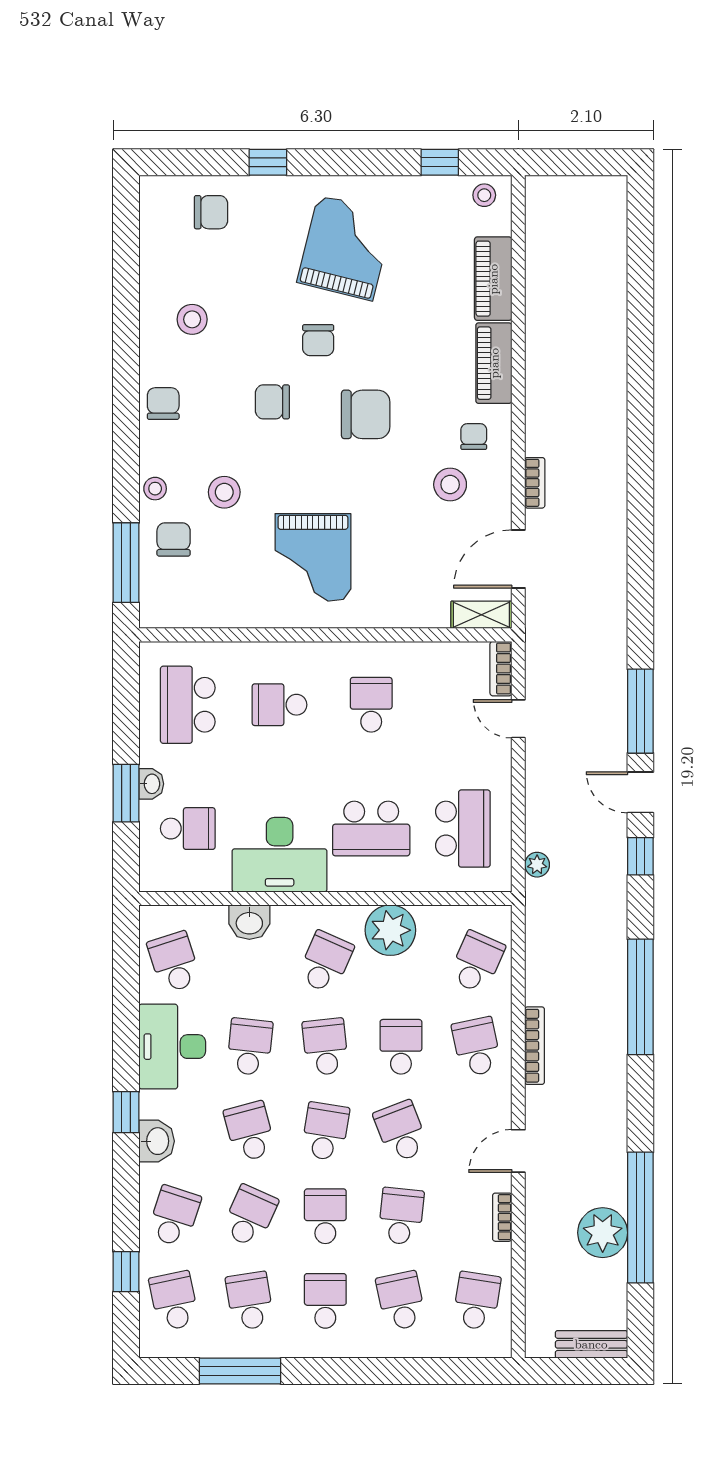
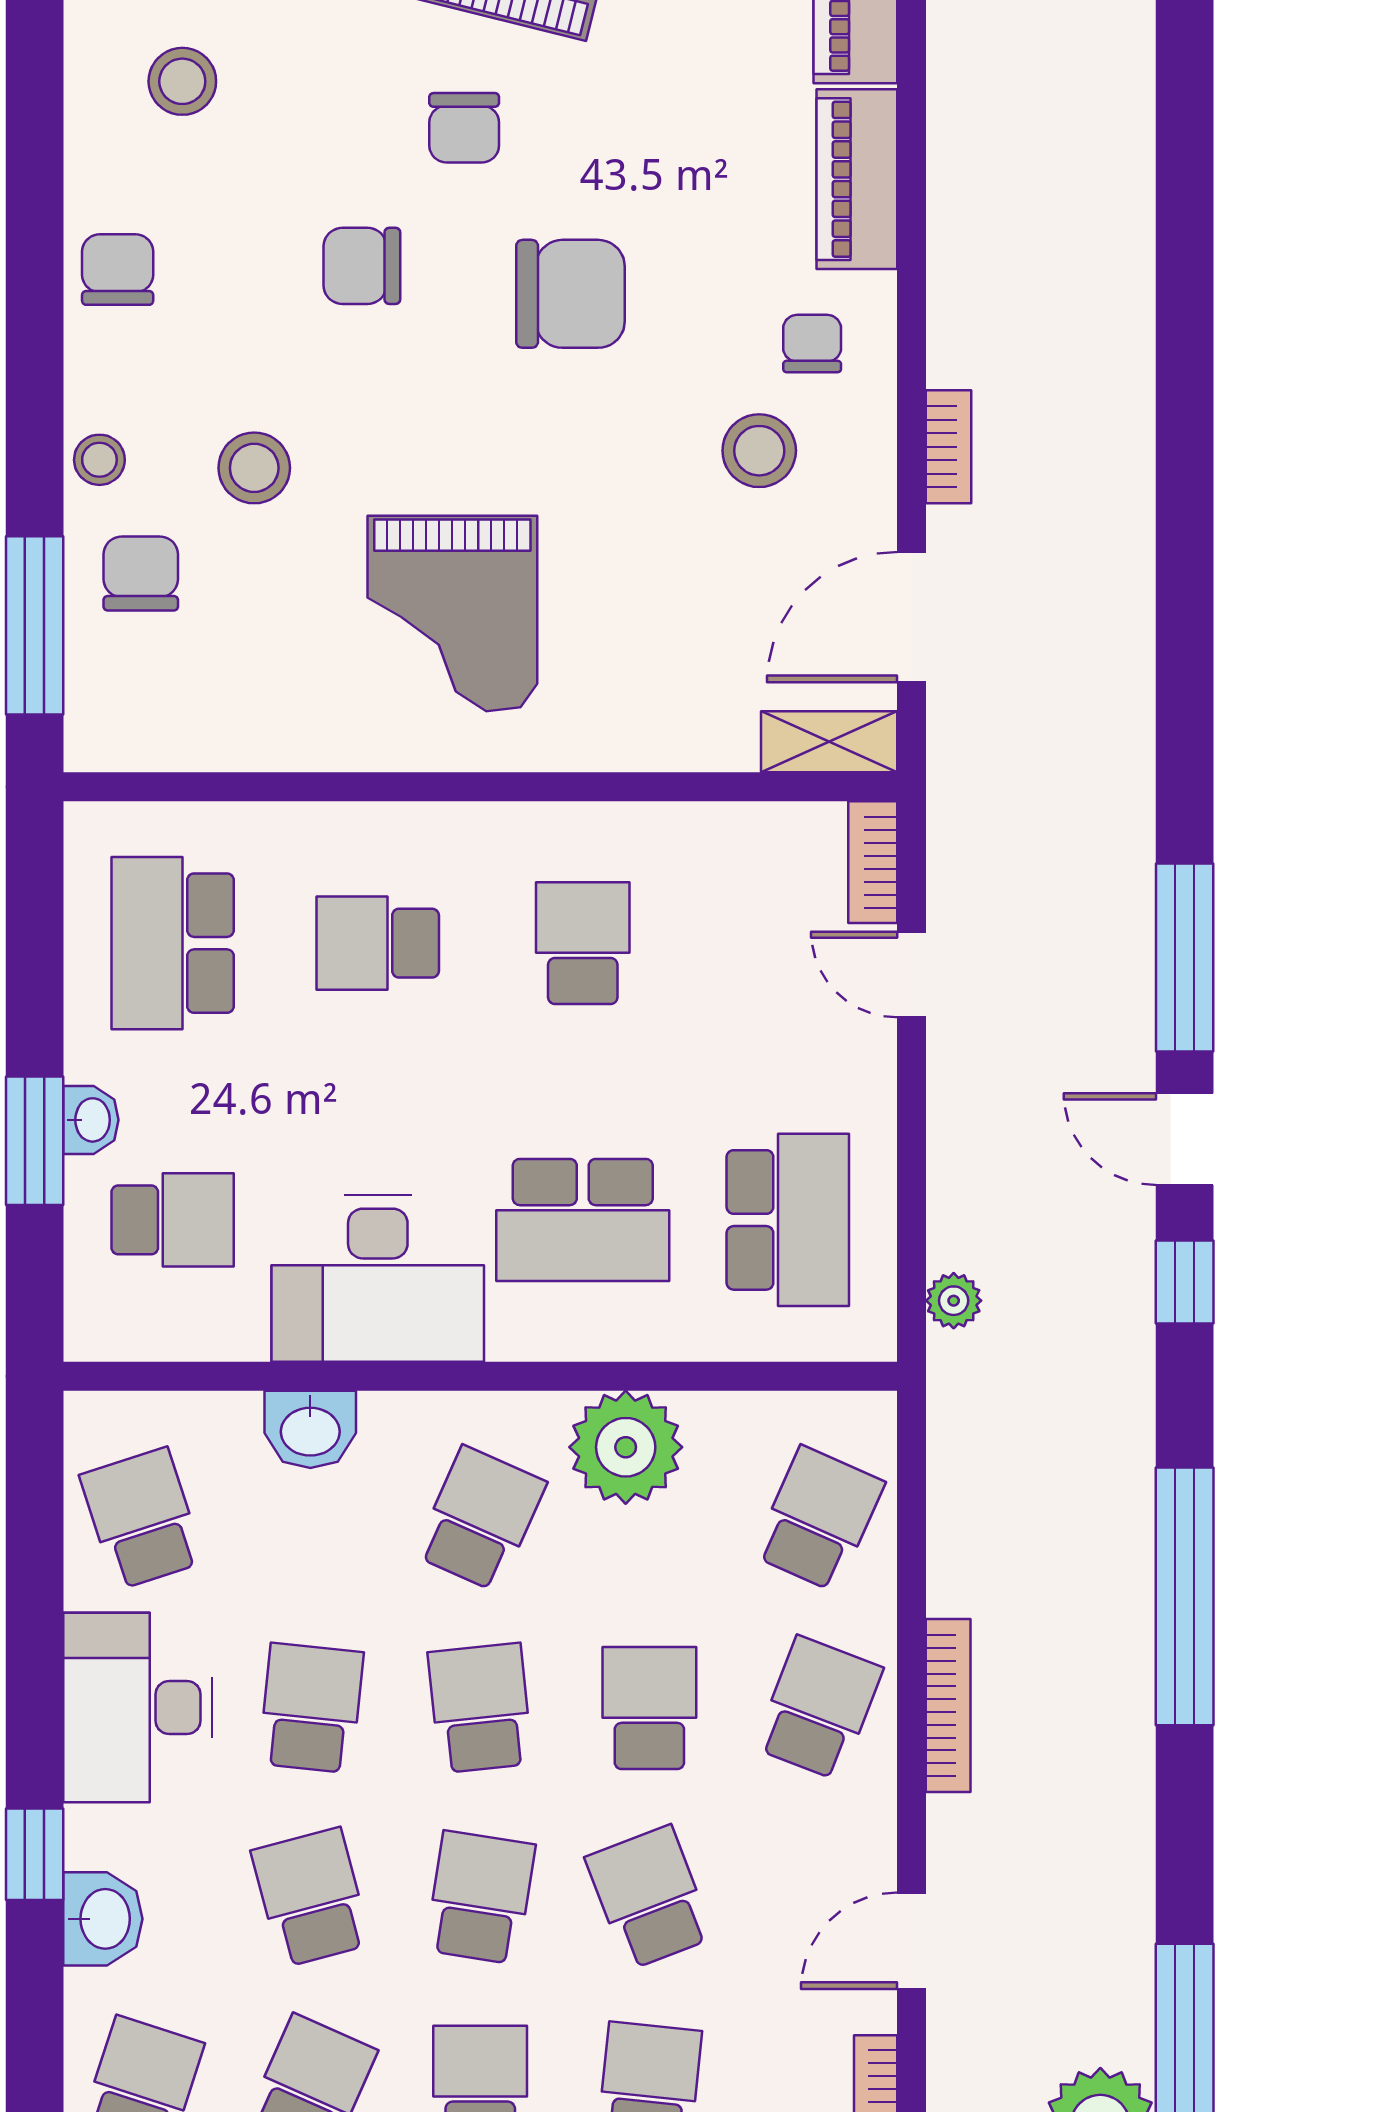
school desk: (477, 1047) -> (819, 1708), turned 33

